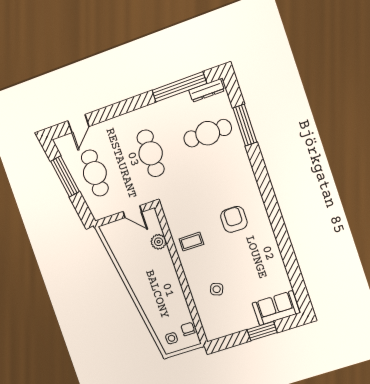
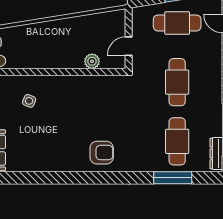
cafe table: (151, 153) -> (177, 82), turned 90
armchair: (234, 219) -> (102, 153), moved
coffee table: (191, 242) -> (82, 92), removed

